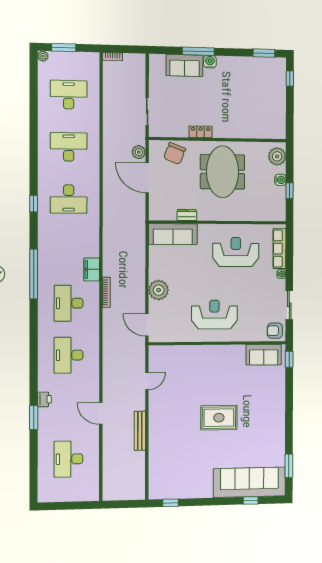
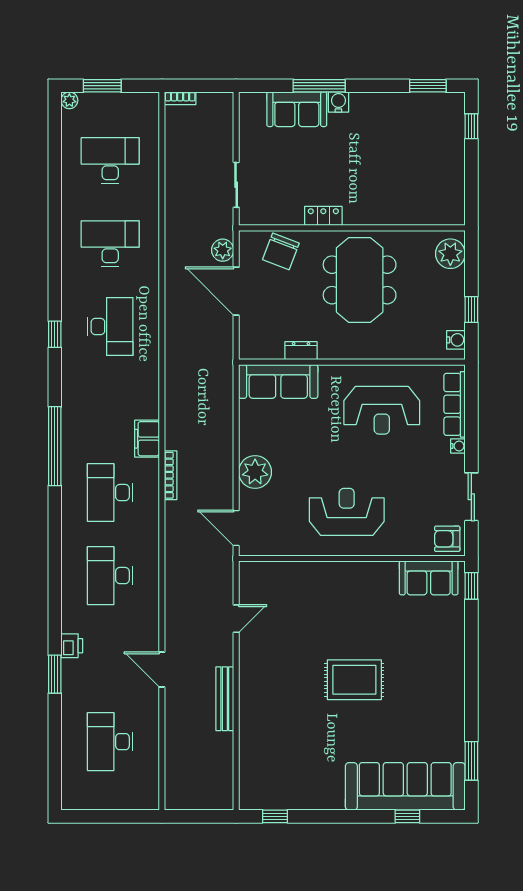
water cooler: (280, 180) -> (456, 340), moved
desk: (69, 199) -> (110, 327), turned -90
reception desk: (236, 252) -> (382, 410), turned 180

